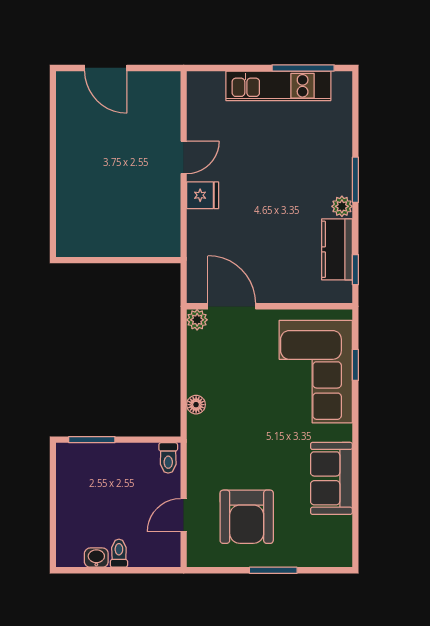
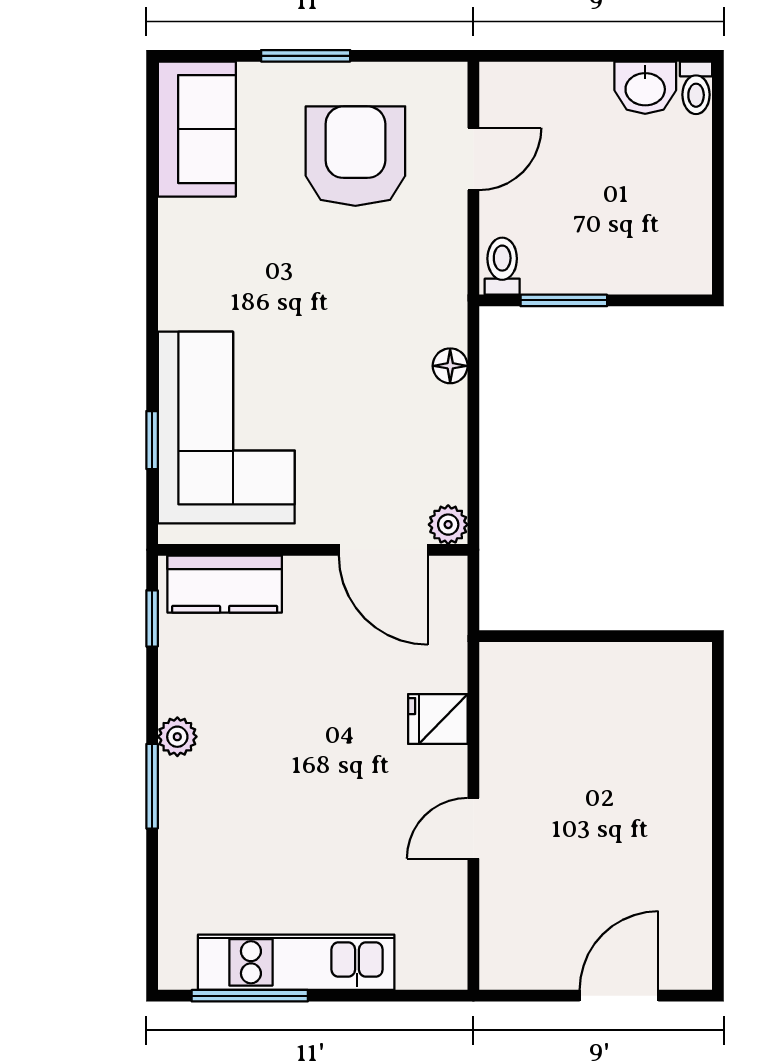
door: (106, 68) -> (619, 996), hinge flipped
fridge: (203, 195) -> (438, 719), moved
kitchen counter: (337, 249) -> (225, 584), moved, turned 90
window: (92, 440) -> (564, 300), moved
sofa: (331, 478) -> (197, 129), moved
toilet: (119, 553) -> (696, 88), moved
washbasin: (96, 558) -> (645, 88), width x1.38, depth x1.45

